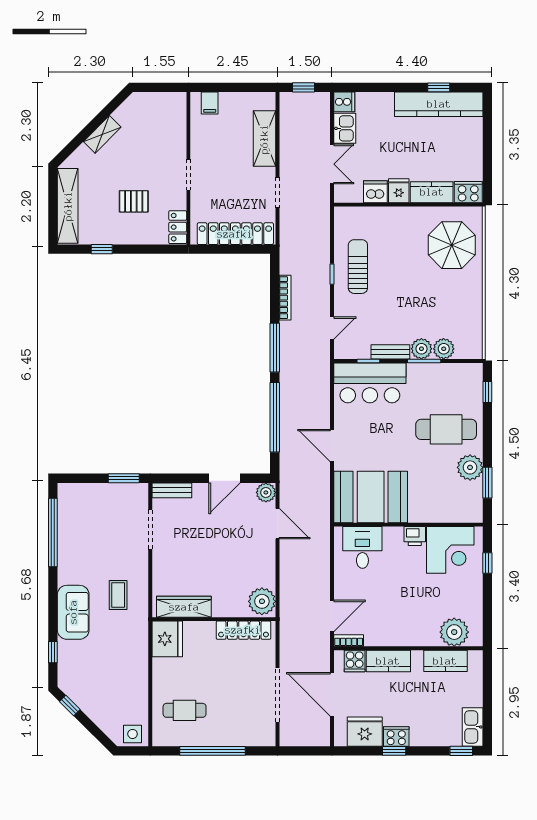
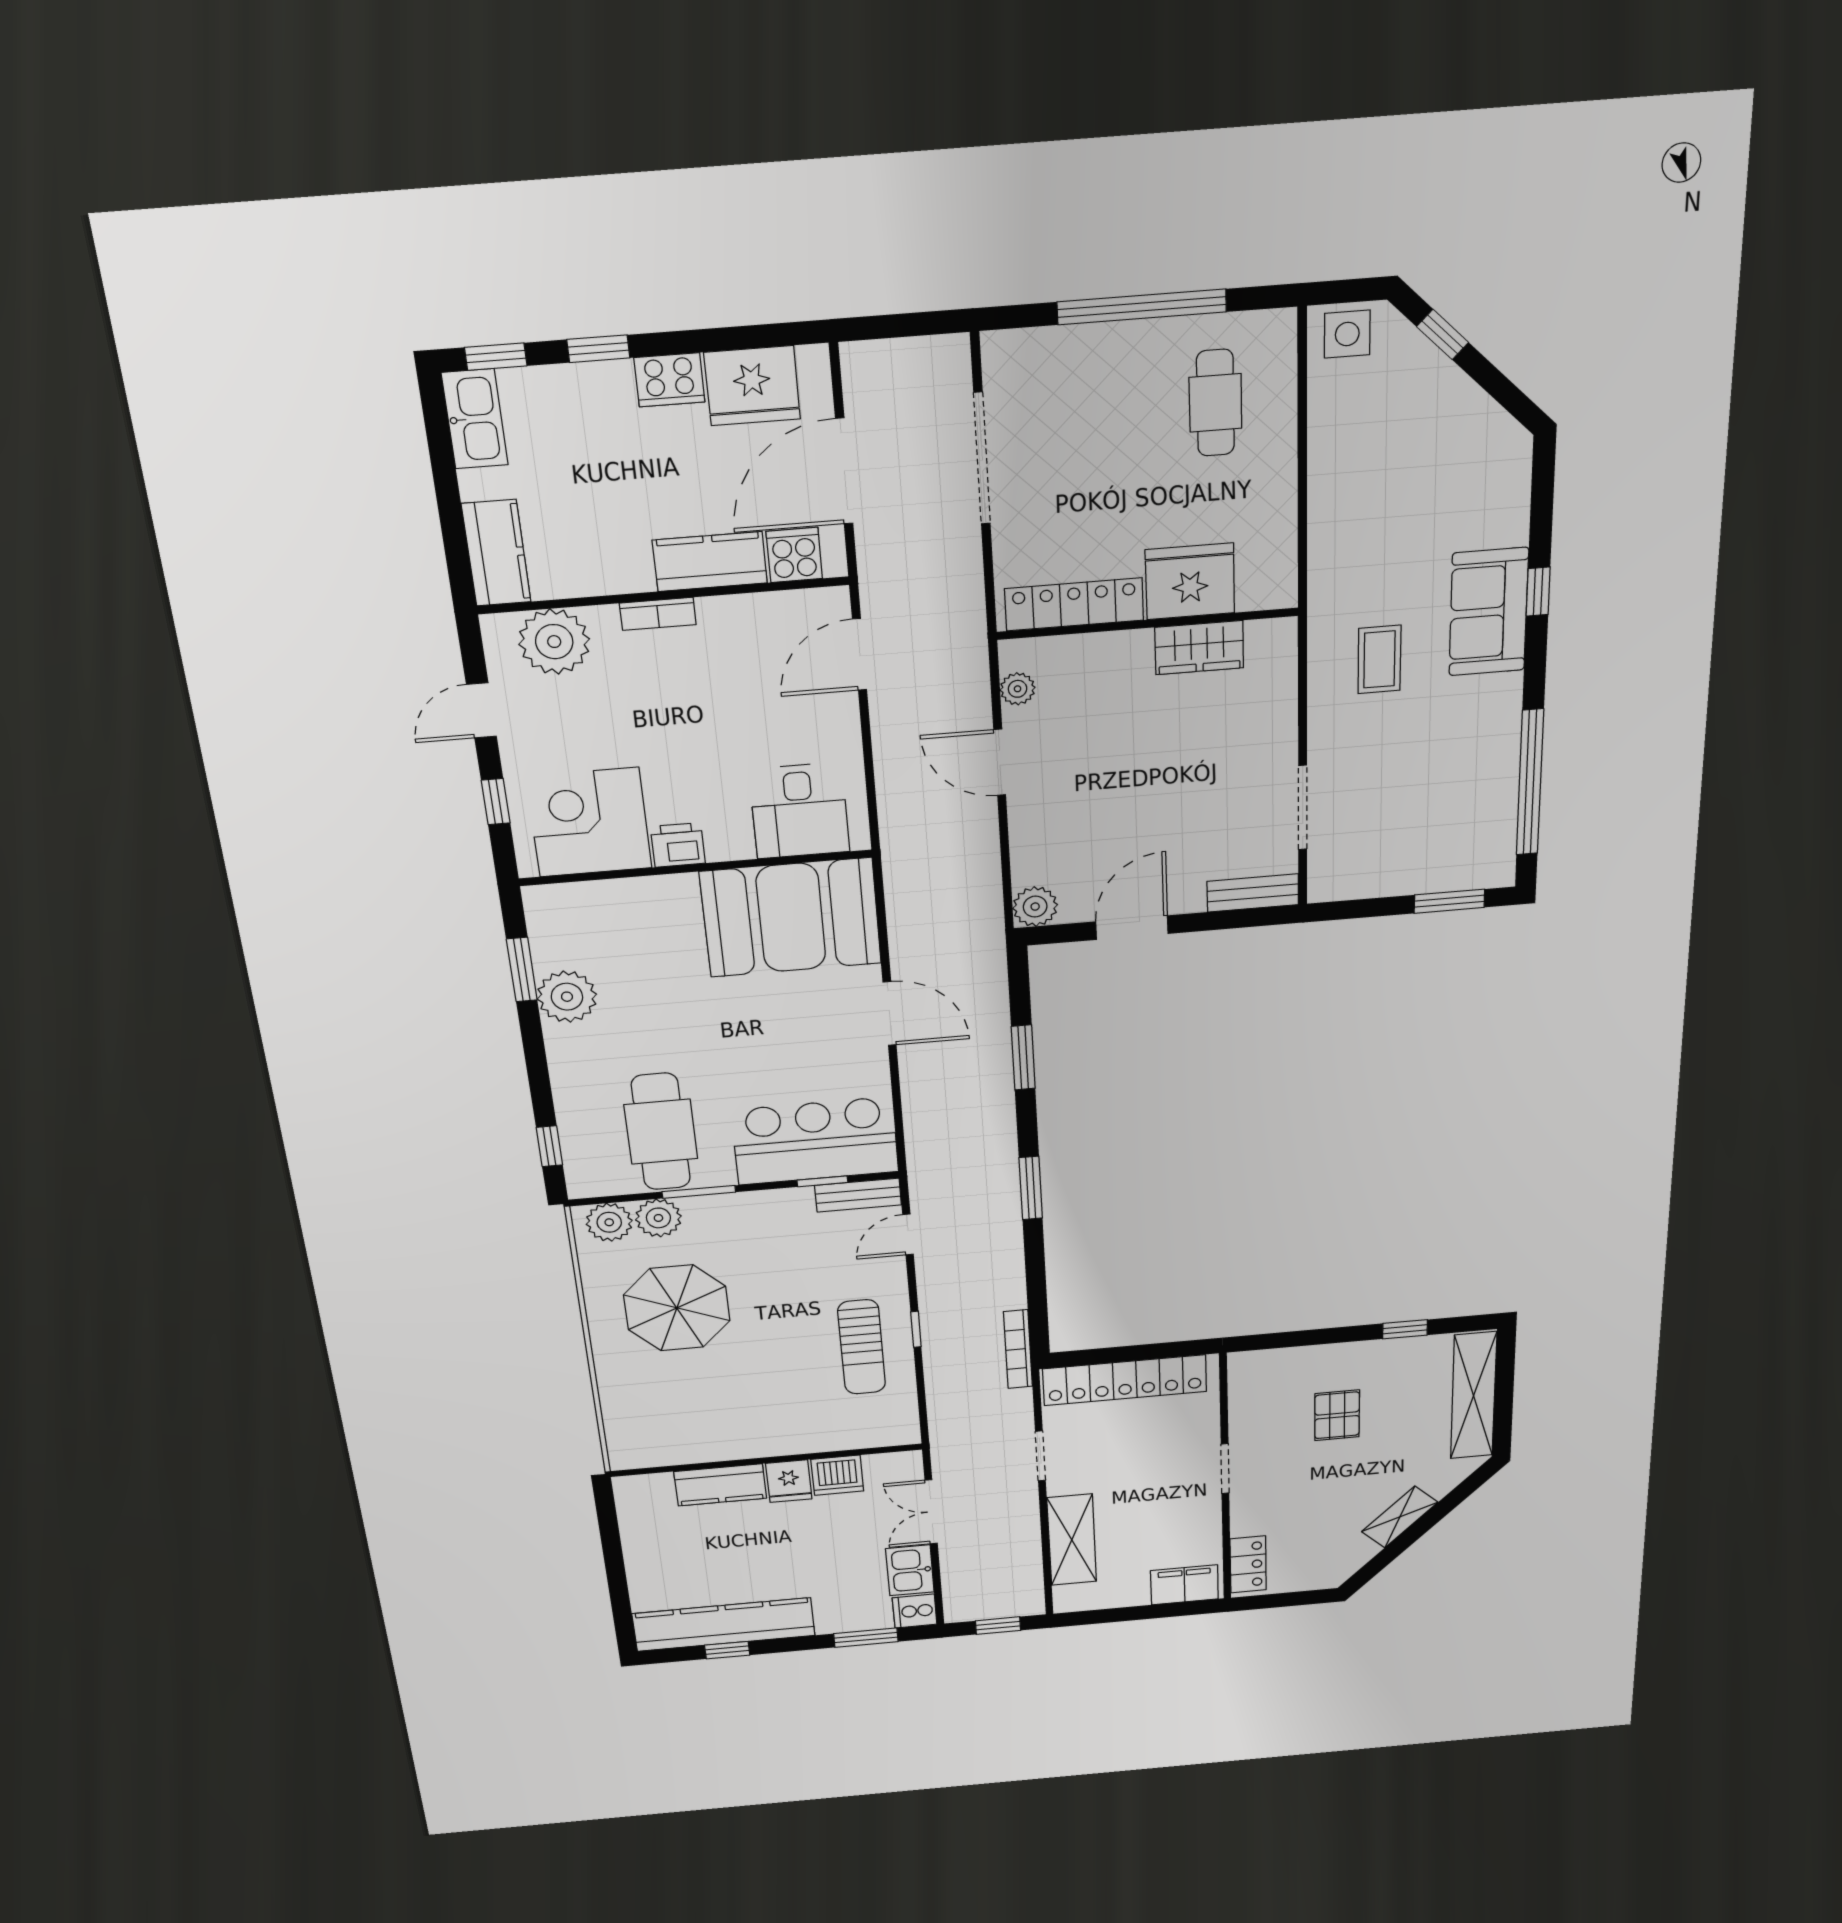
window: (370, 87) -> (866, 1638), added
filing cabinet: (210, 103) -> (1184, 1585), width x2.00
cooker: (468, 192) -> (644, 1492), removed
pallet: (134, 201) -> (1337, 1415), turned 90
locker: (178, 227) -> (1248, 1564), moved
parasol: (452, 245) -> (677, 1308), moved
bookcase: (285, 298) -> (1018, 1349), moved
window: (275, 348) -> (1031, 1188), width x0.69
plant: (421, 349) -> (609, 1222), moved
bench: (390, 352) -> (858, 1195), moved
window: (275, 417) -> (1023, 1058), width x0.47
cafe table: (446, 429) -> (661, 1132), moved, turned 90
window: (124, 478) -> (1449, 901), moved
door: (277, 524) -> (1000, 762), moved
plant: (262, 601) -> (1018, 689), width x0.53, depth x0.53
door: (487, 605) -> (481, 710), added
wardrobe: (184, 607) -> (1199, 648), width x0.67
fridge: (167, 639) -> (1190, 581), moved, turned 90
bookcase: (349, 640) -> (658, 614), moved
window: (53, 652) -> (1538, 592), moved
kitchen counter: (445, 661) -> (496, 553), moved, turned 90
door: (332, 694) -> (844, 471), swing flipped
window: (70, 705) -> (1443, 334), moved
cafe table: (185, 710) -> (1215, 403), turned 90
window: (394, 751) -> (598, 349), moved

